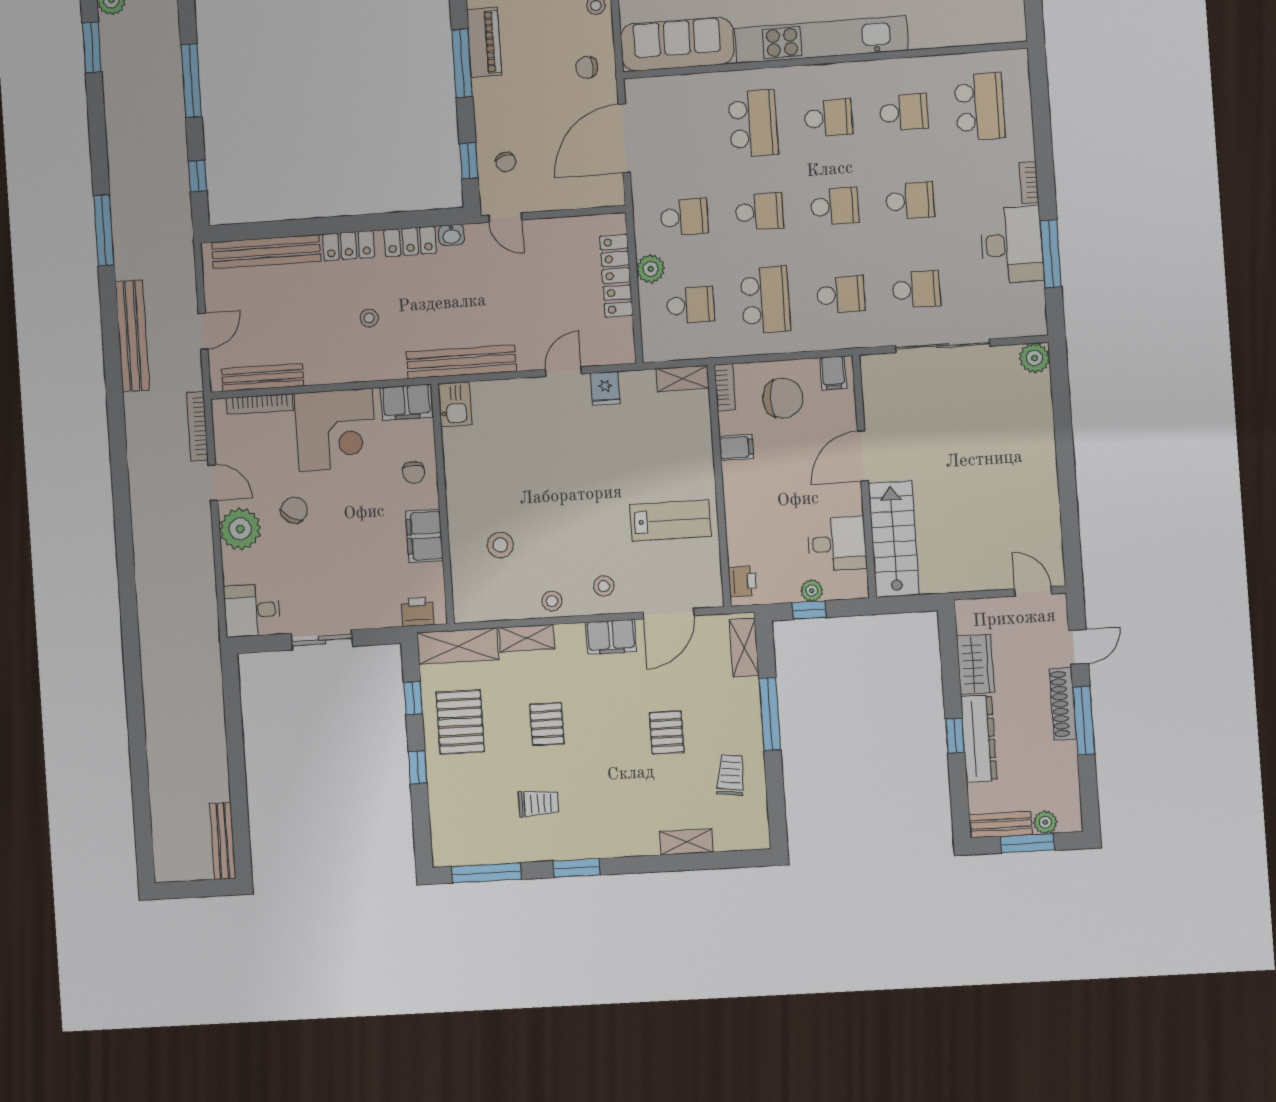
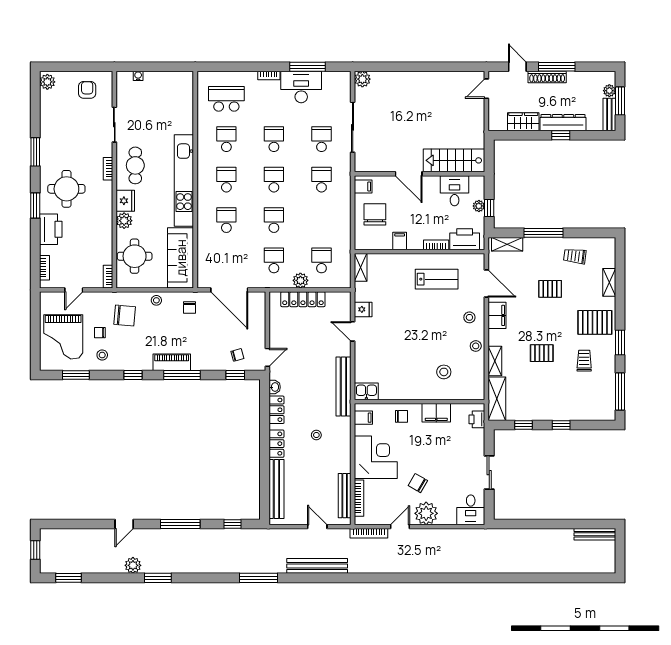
school desk: (753, 123) -> (226, 220), width x0.54
school desk: (765, 300) -> (321, 220), removed
bookcase: (725, 387) -> (436, 245), moved
filing cabinet: (406, 402) -> (363, 418), width x0.50
lab bench: (670, 521) -> (437, 279), turned 90
printer: (742, 581) -> (465, 239), width x1.87, depth x1.48
pallet: (460, 722) -> (595, 322), moved

